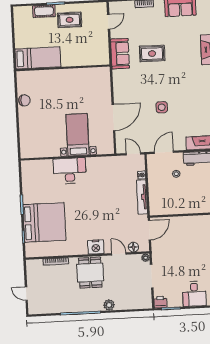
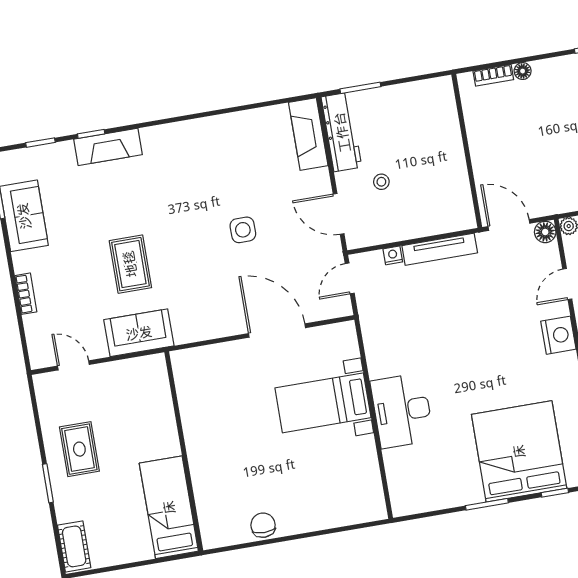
cot: (44, 11) -> (74, 546), moved
floor lamp: (133, 247) -> (545, 232), moved

